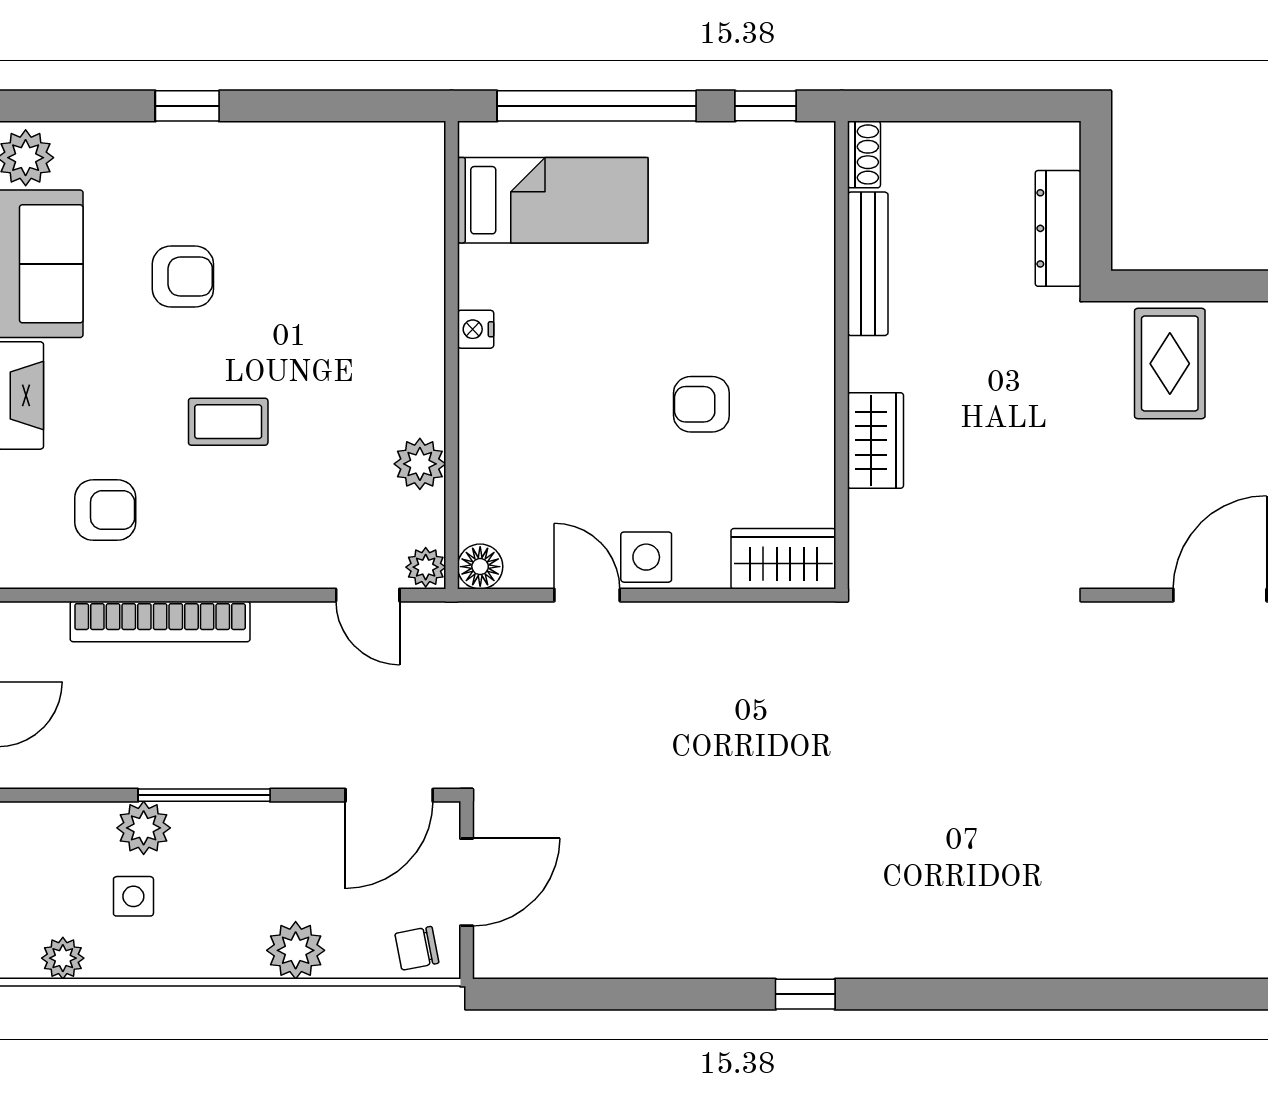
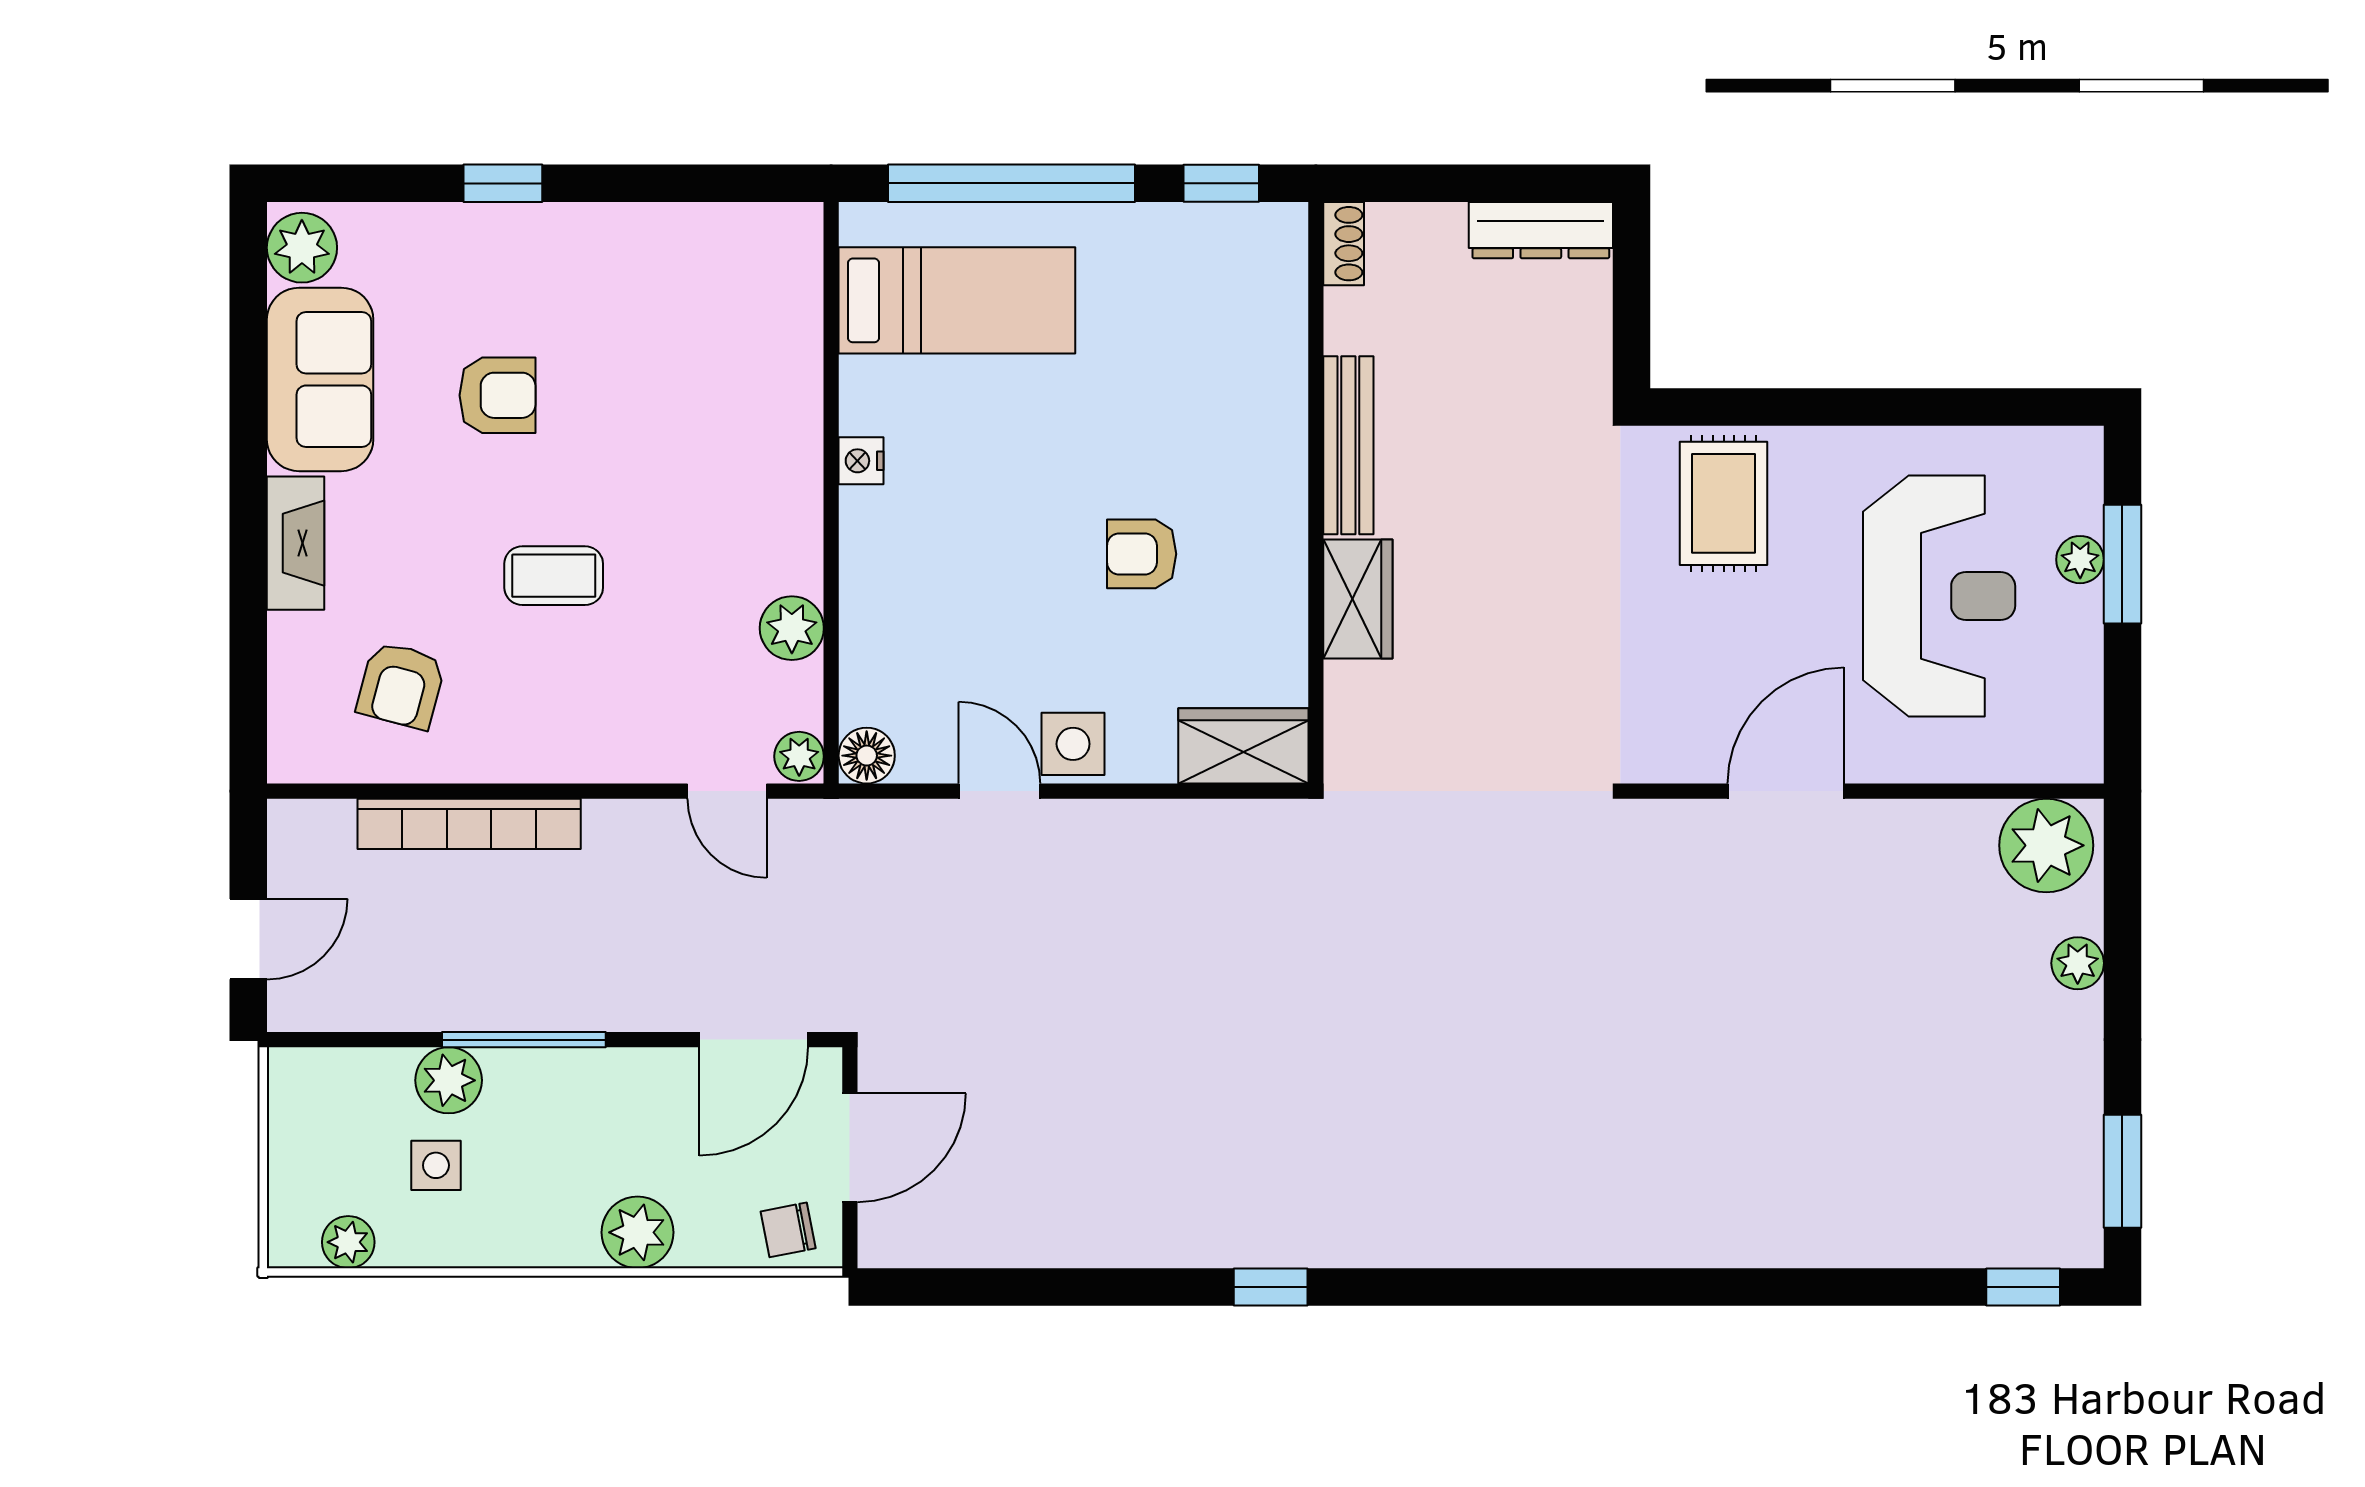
dresser: (1058, 228) -> (1541, 230), moved, turned -90
bench: (868, 264) -> (1348, 445), moved
armchair: (105, 510) -> (401, 685), turned 105

